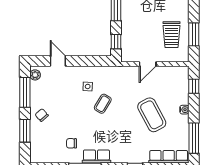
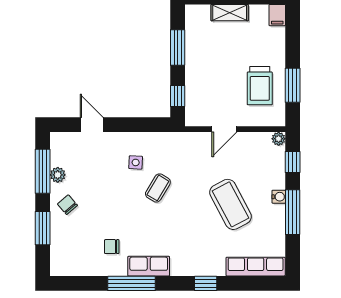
plant: (184, 70) -> (279, 139), added
plant: (35, 75) -> (58, 175), moved
window: (194, 138) -> (293, 212), moved

